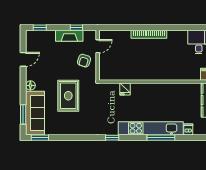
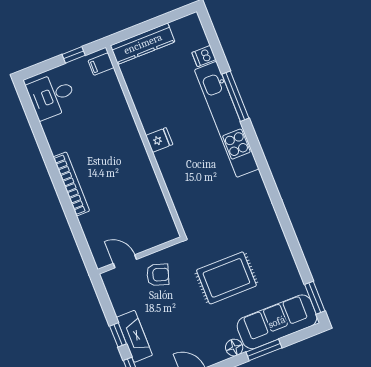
window: (76, 28) -> (118, 335), moved
fireplace: (69, 36) -> (134, 336), moved
fridge: (125, 89) -> (159, 140), moved
window: (23, 114) -> (264, 350), moved
window: (112, 138) -> (267, 177), removed

